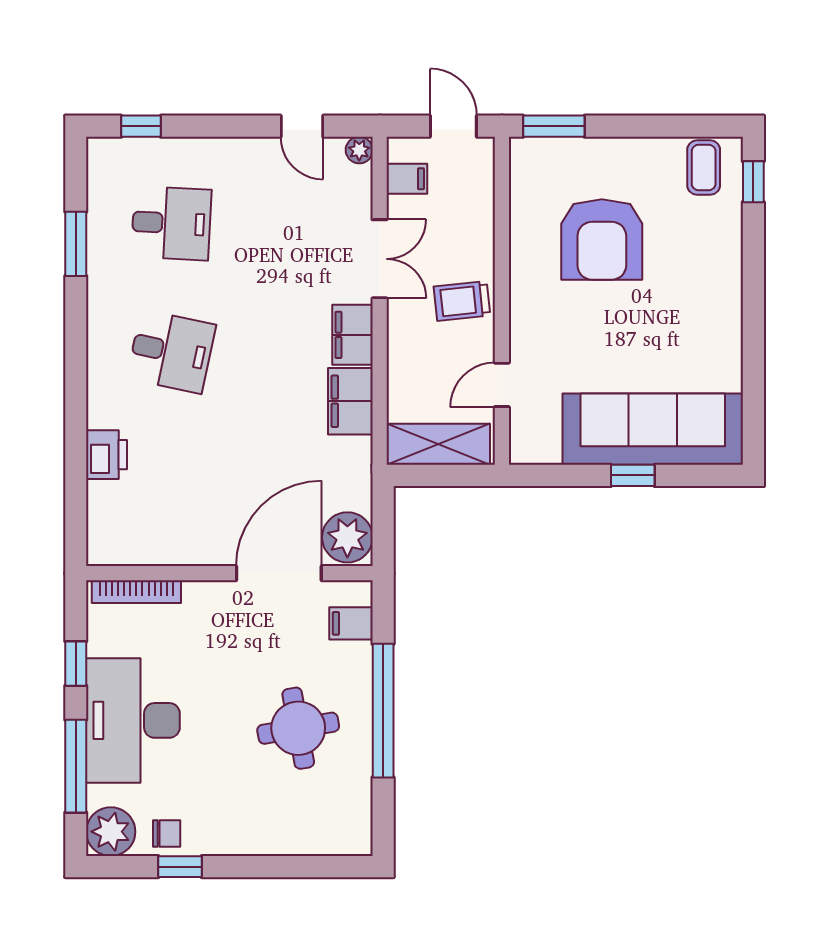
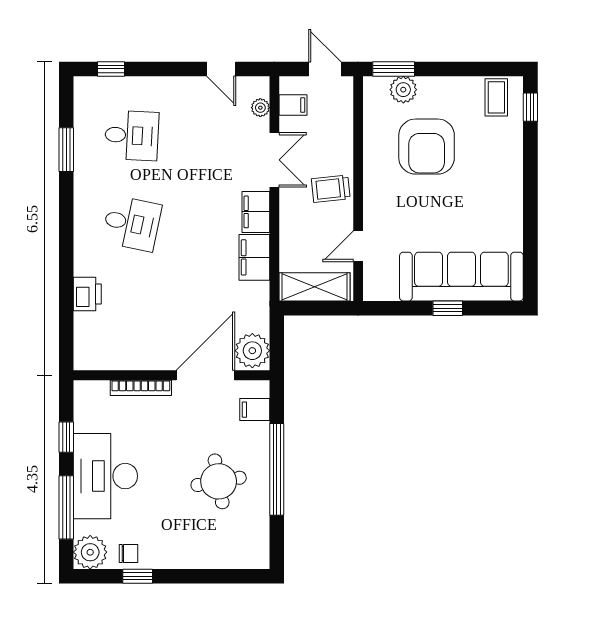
plant: (359, 150) -> (260, 108), moved
plant: (568, 156) -> (403, 90), added
bookcase: (136, 592) -> (141, 388), moved

